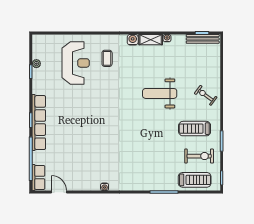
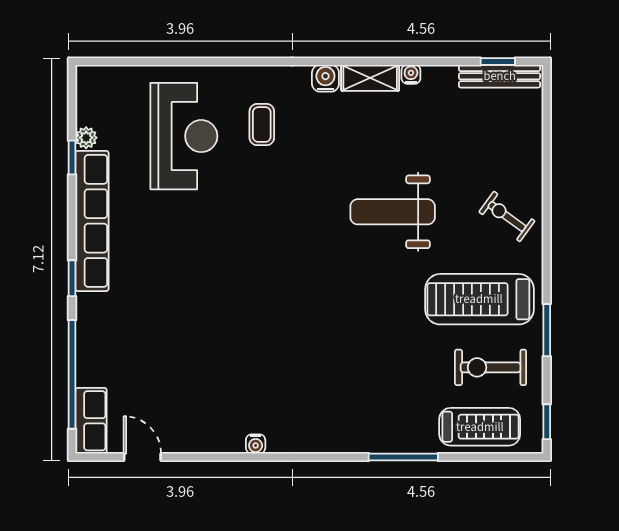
row of seats: (39, 123) -> (92, 221), moved
treadmill: (195, 129) -> (479, 299), width x1.37, depth x1.38
exercise bike: (199, 156) -> (491, 367), turned 180

